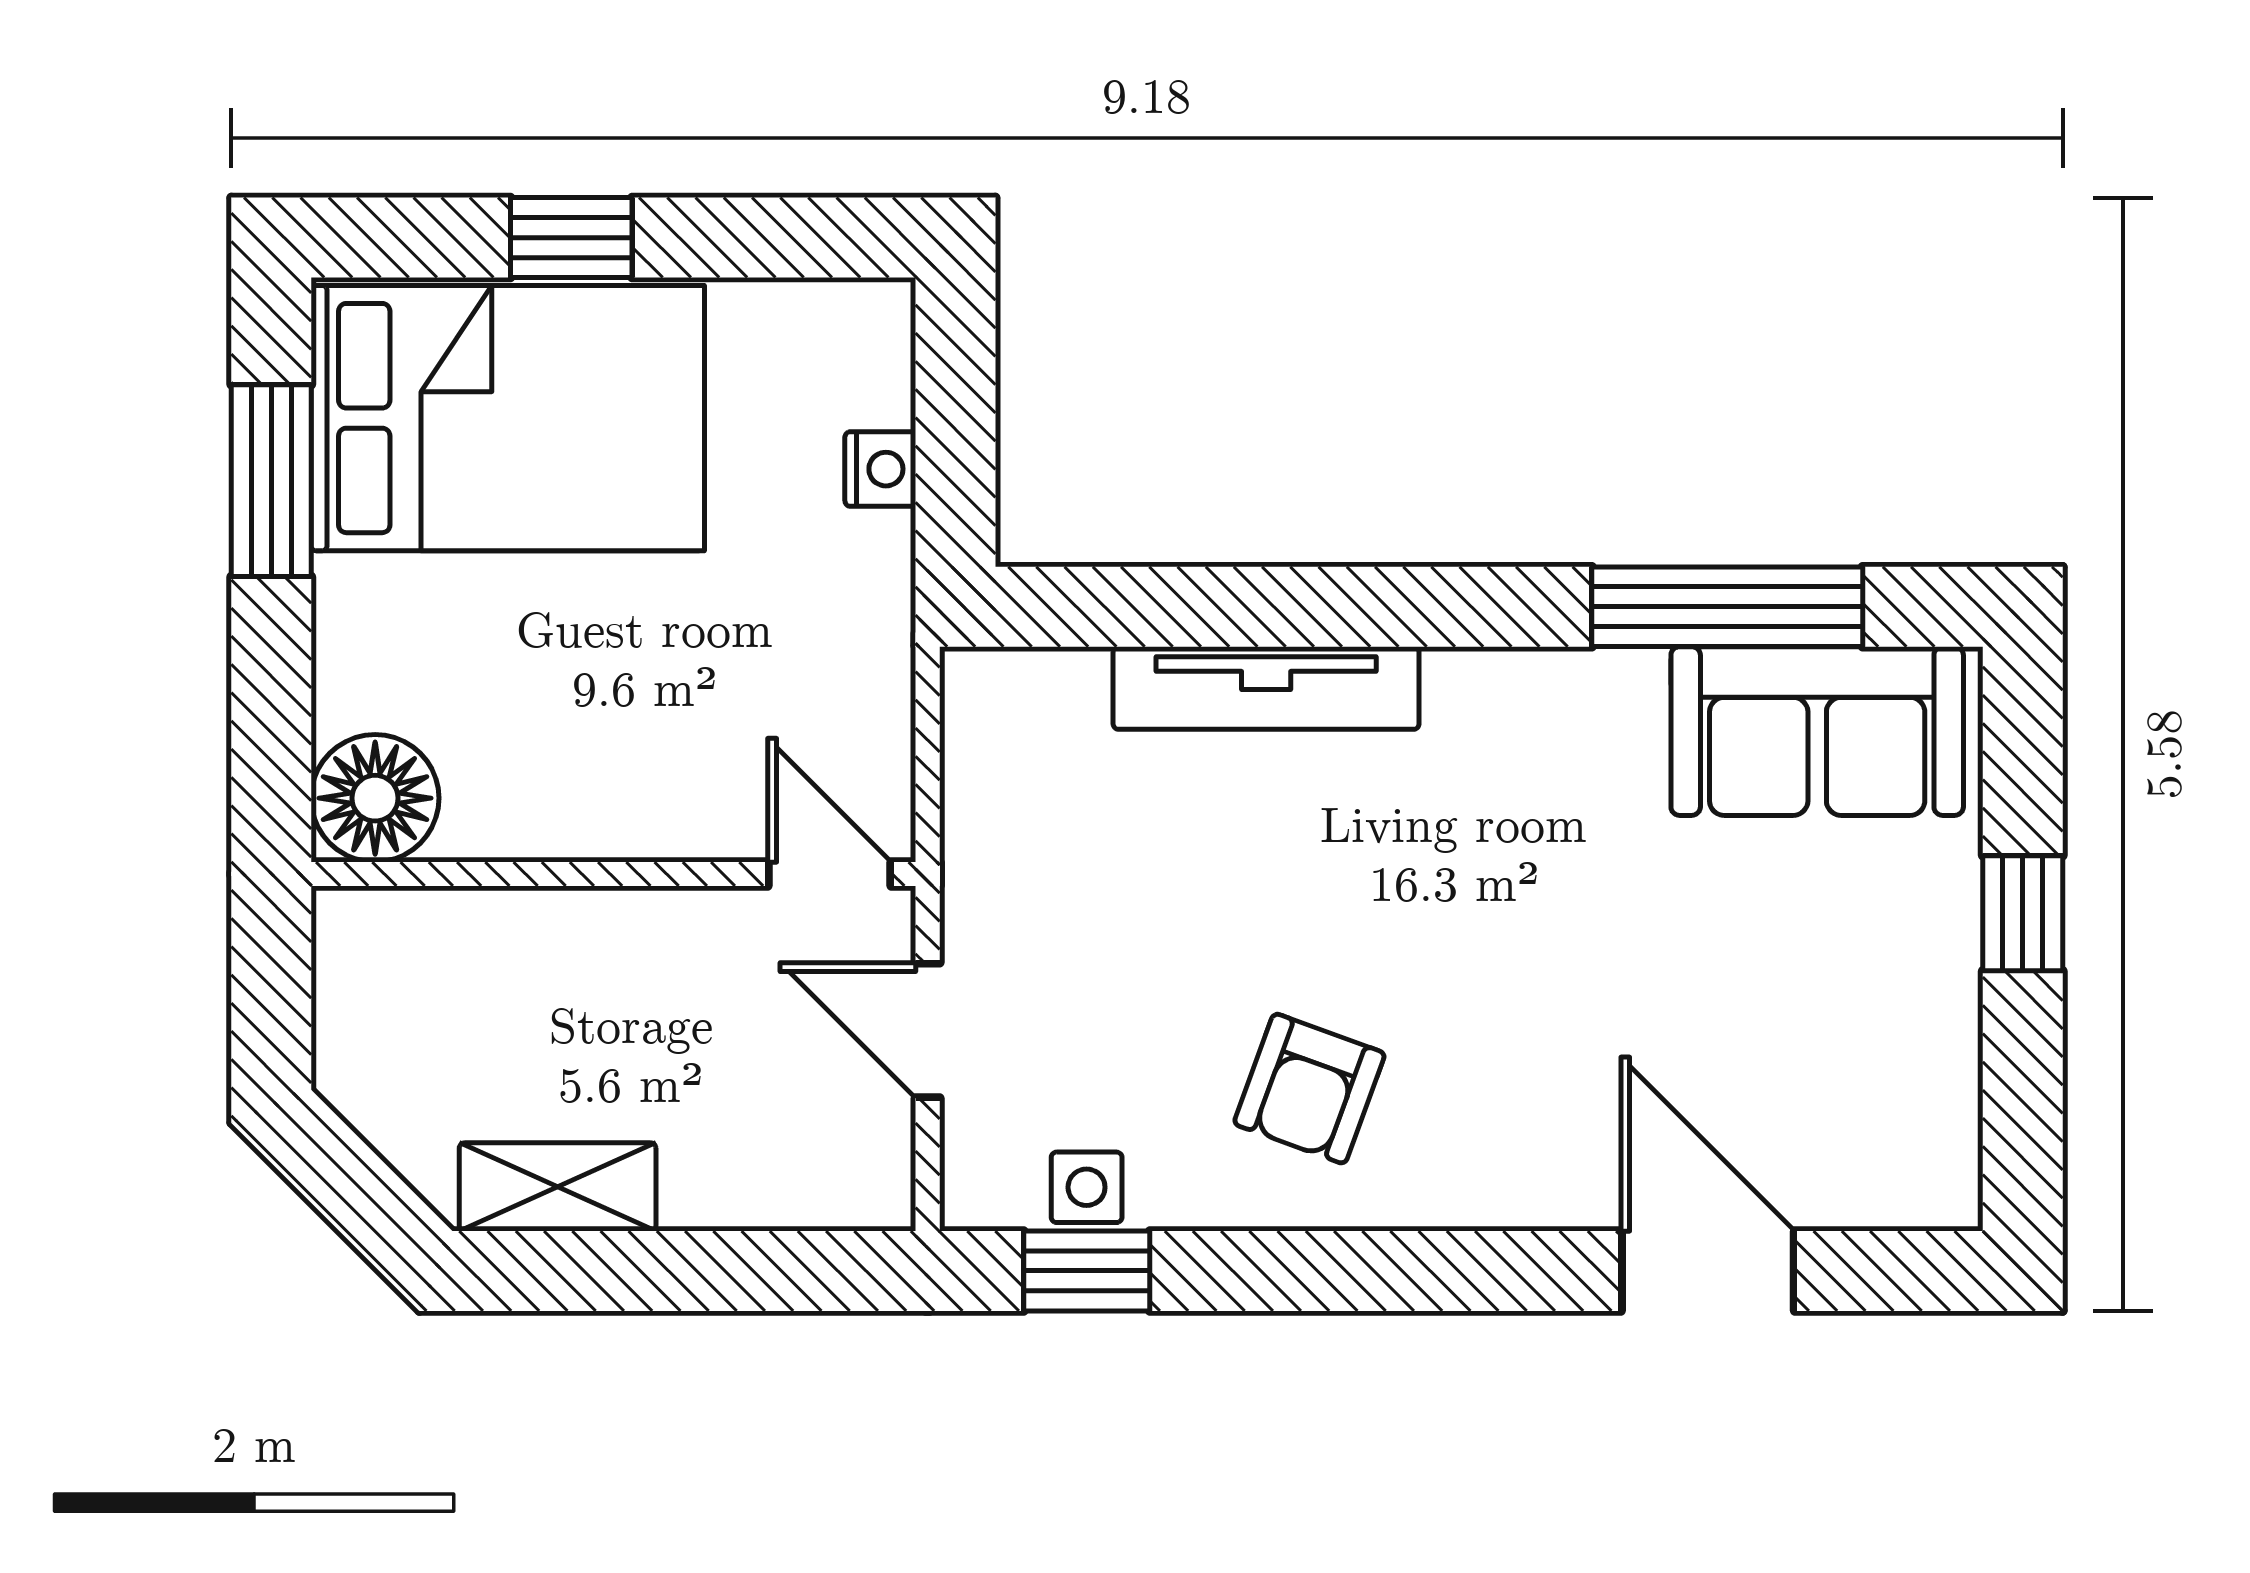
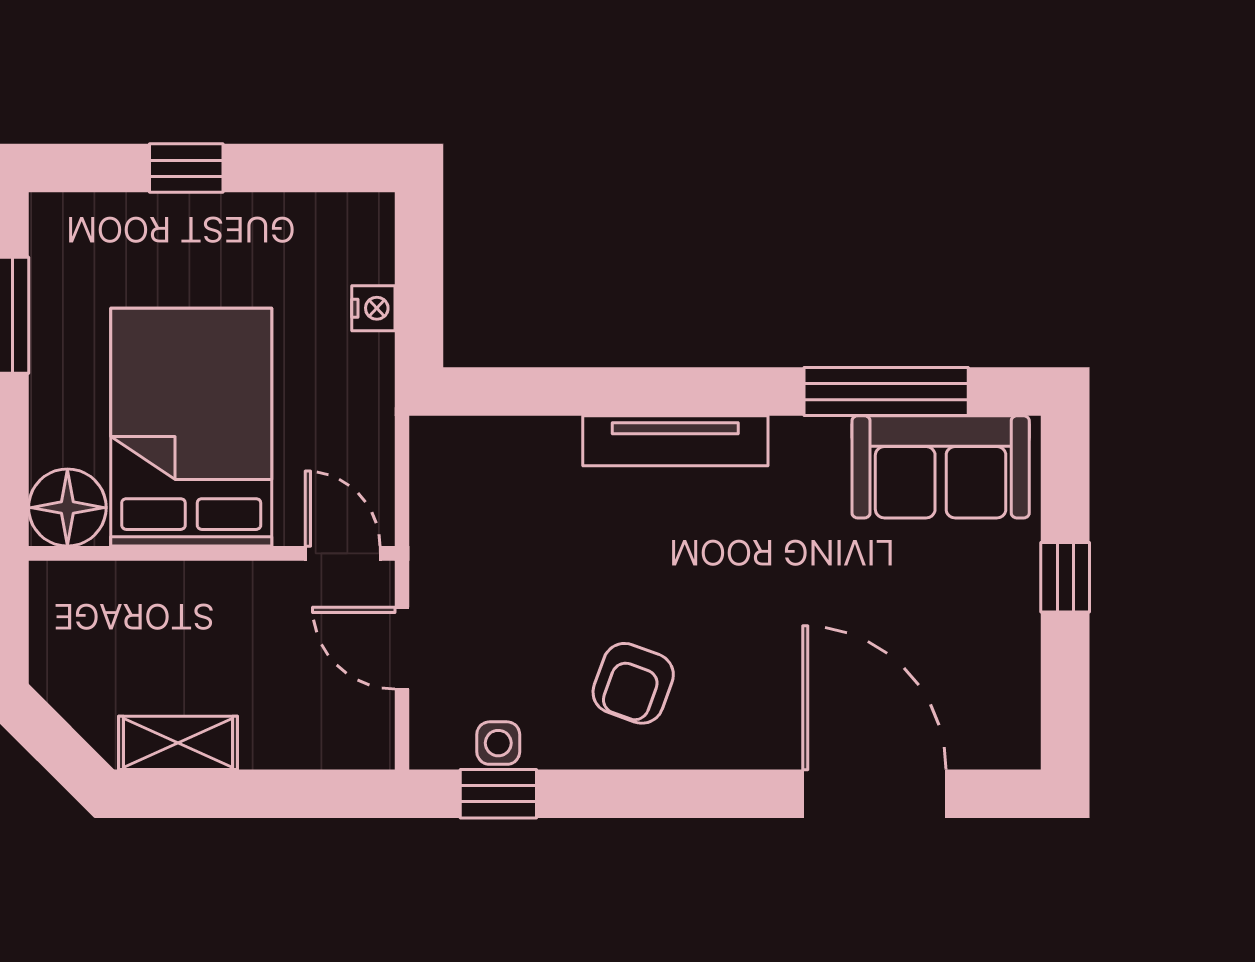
bed: (508, 418) -> (191, 427), moved, turned -90
tv unit: (1266, 688) -> (675, 441), moved
door: (1708, 1271) -> (874, 794), width x1.36

